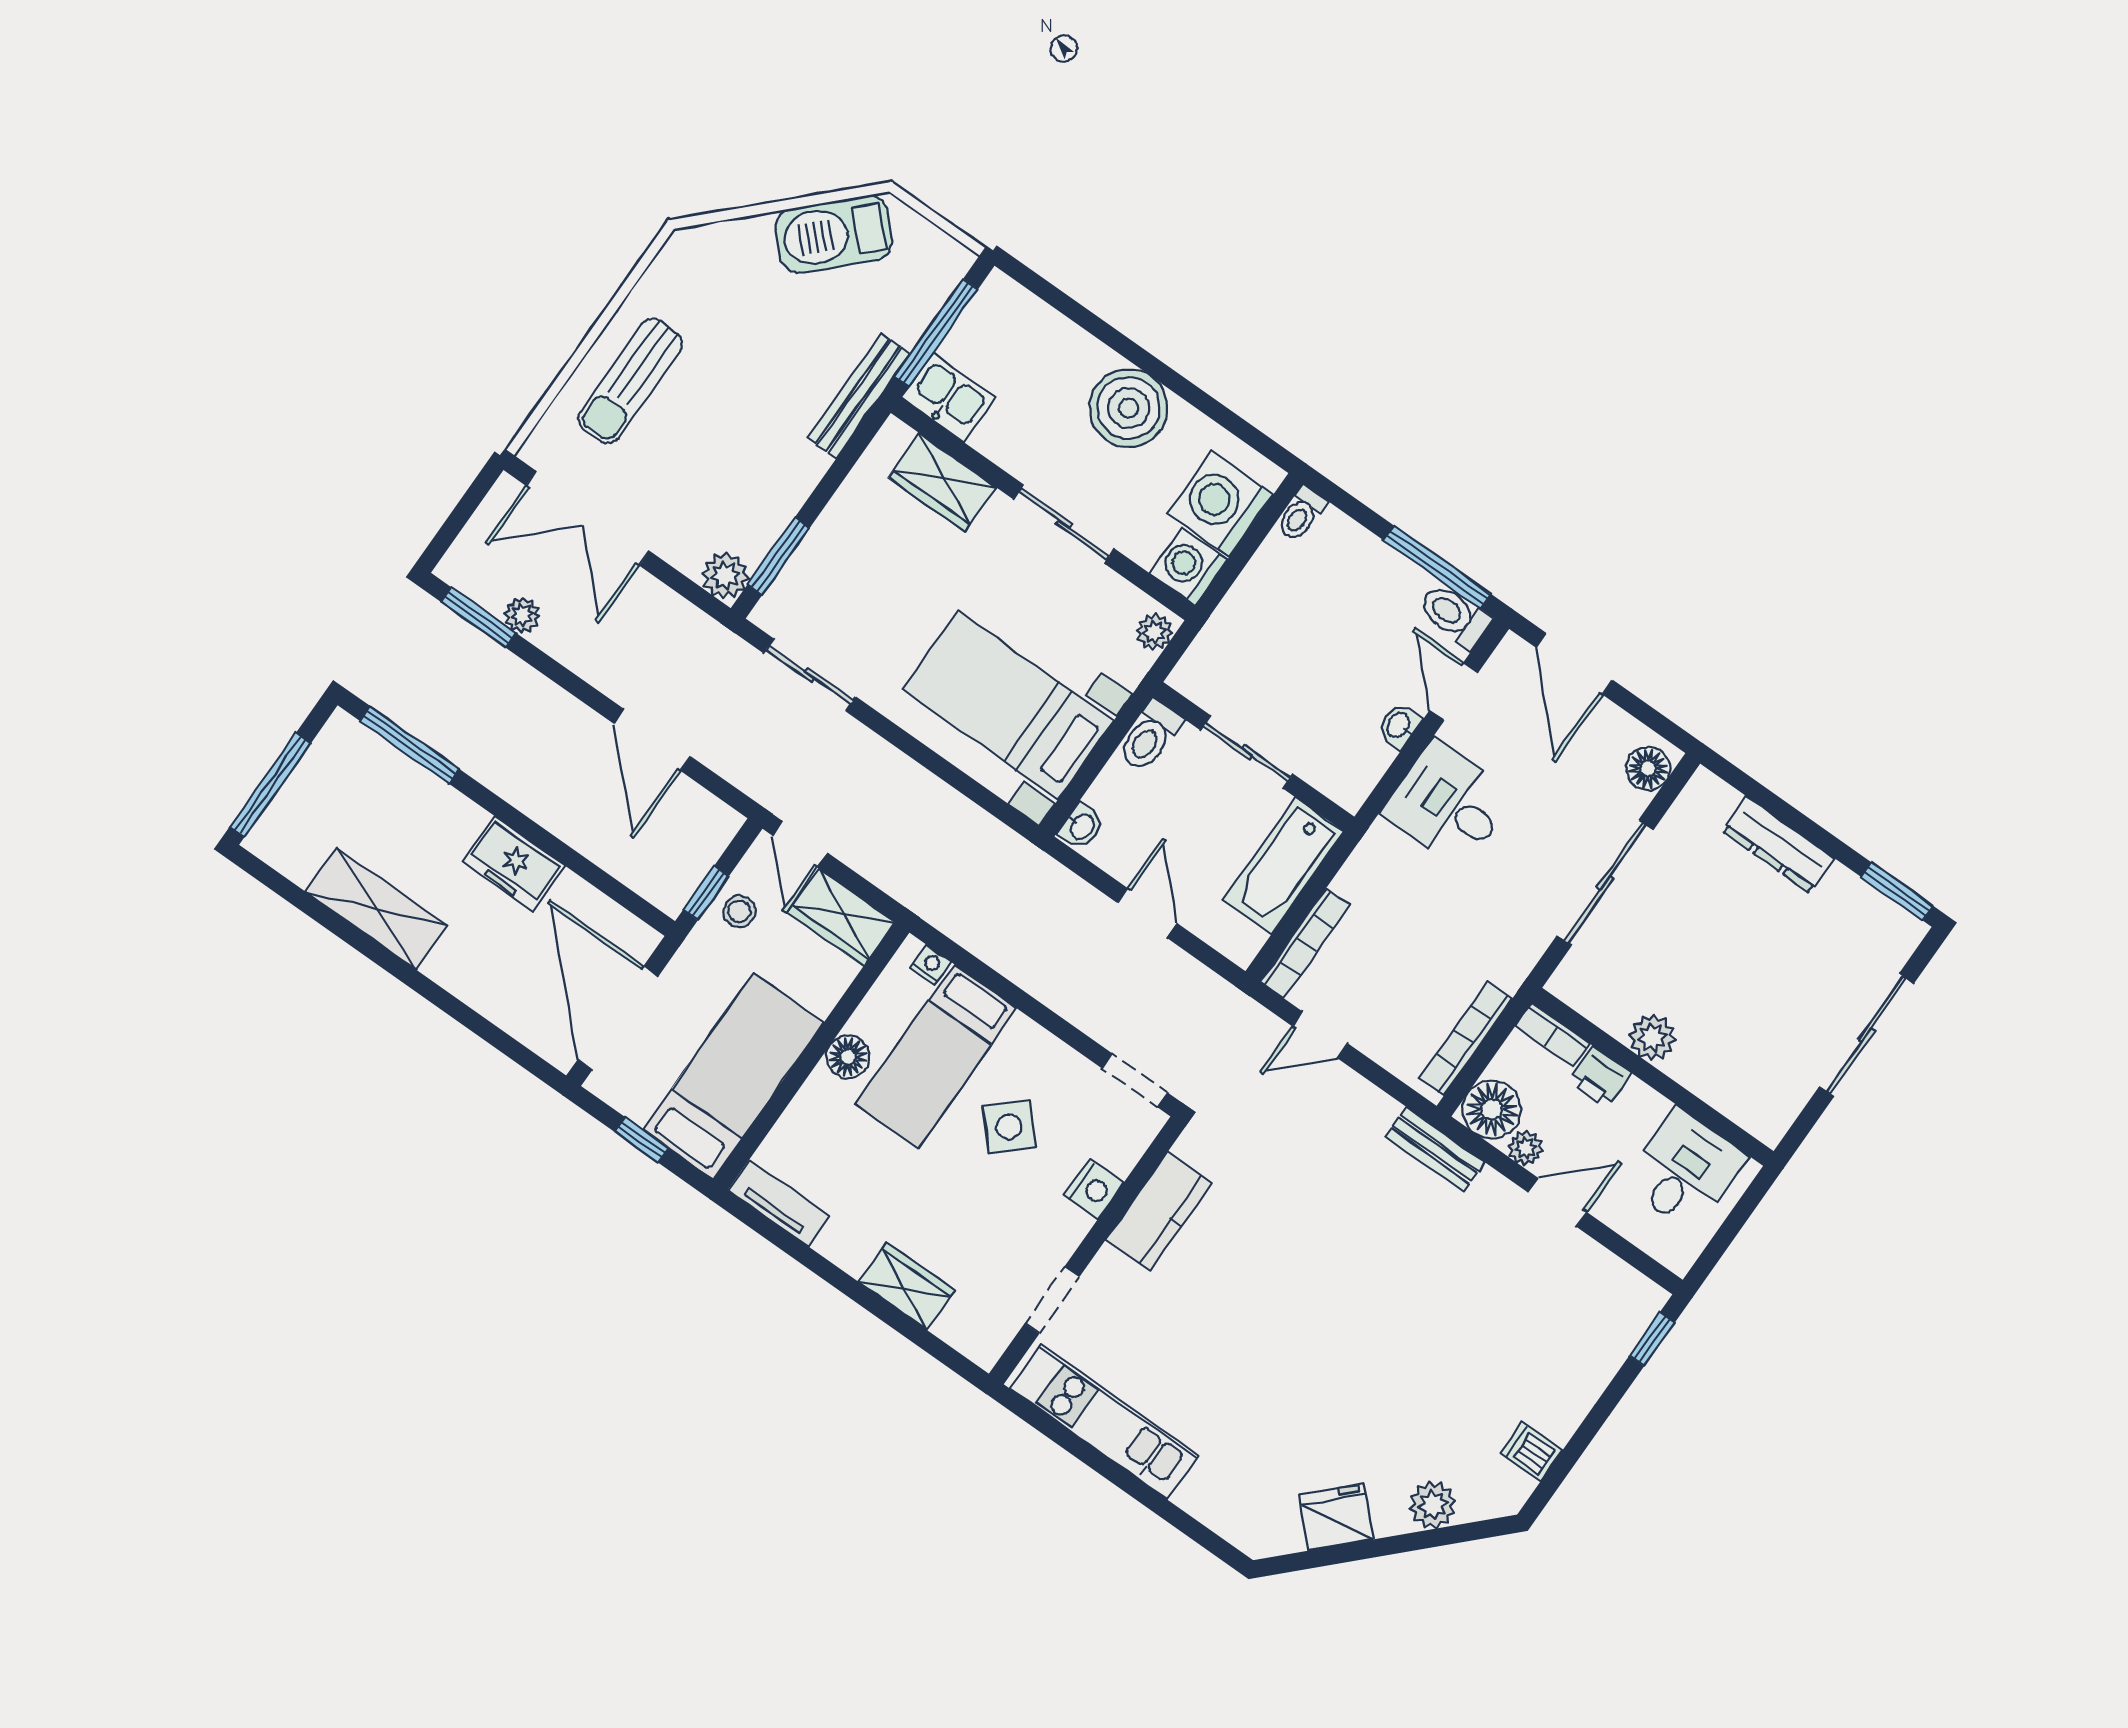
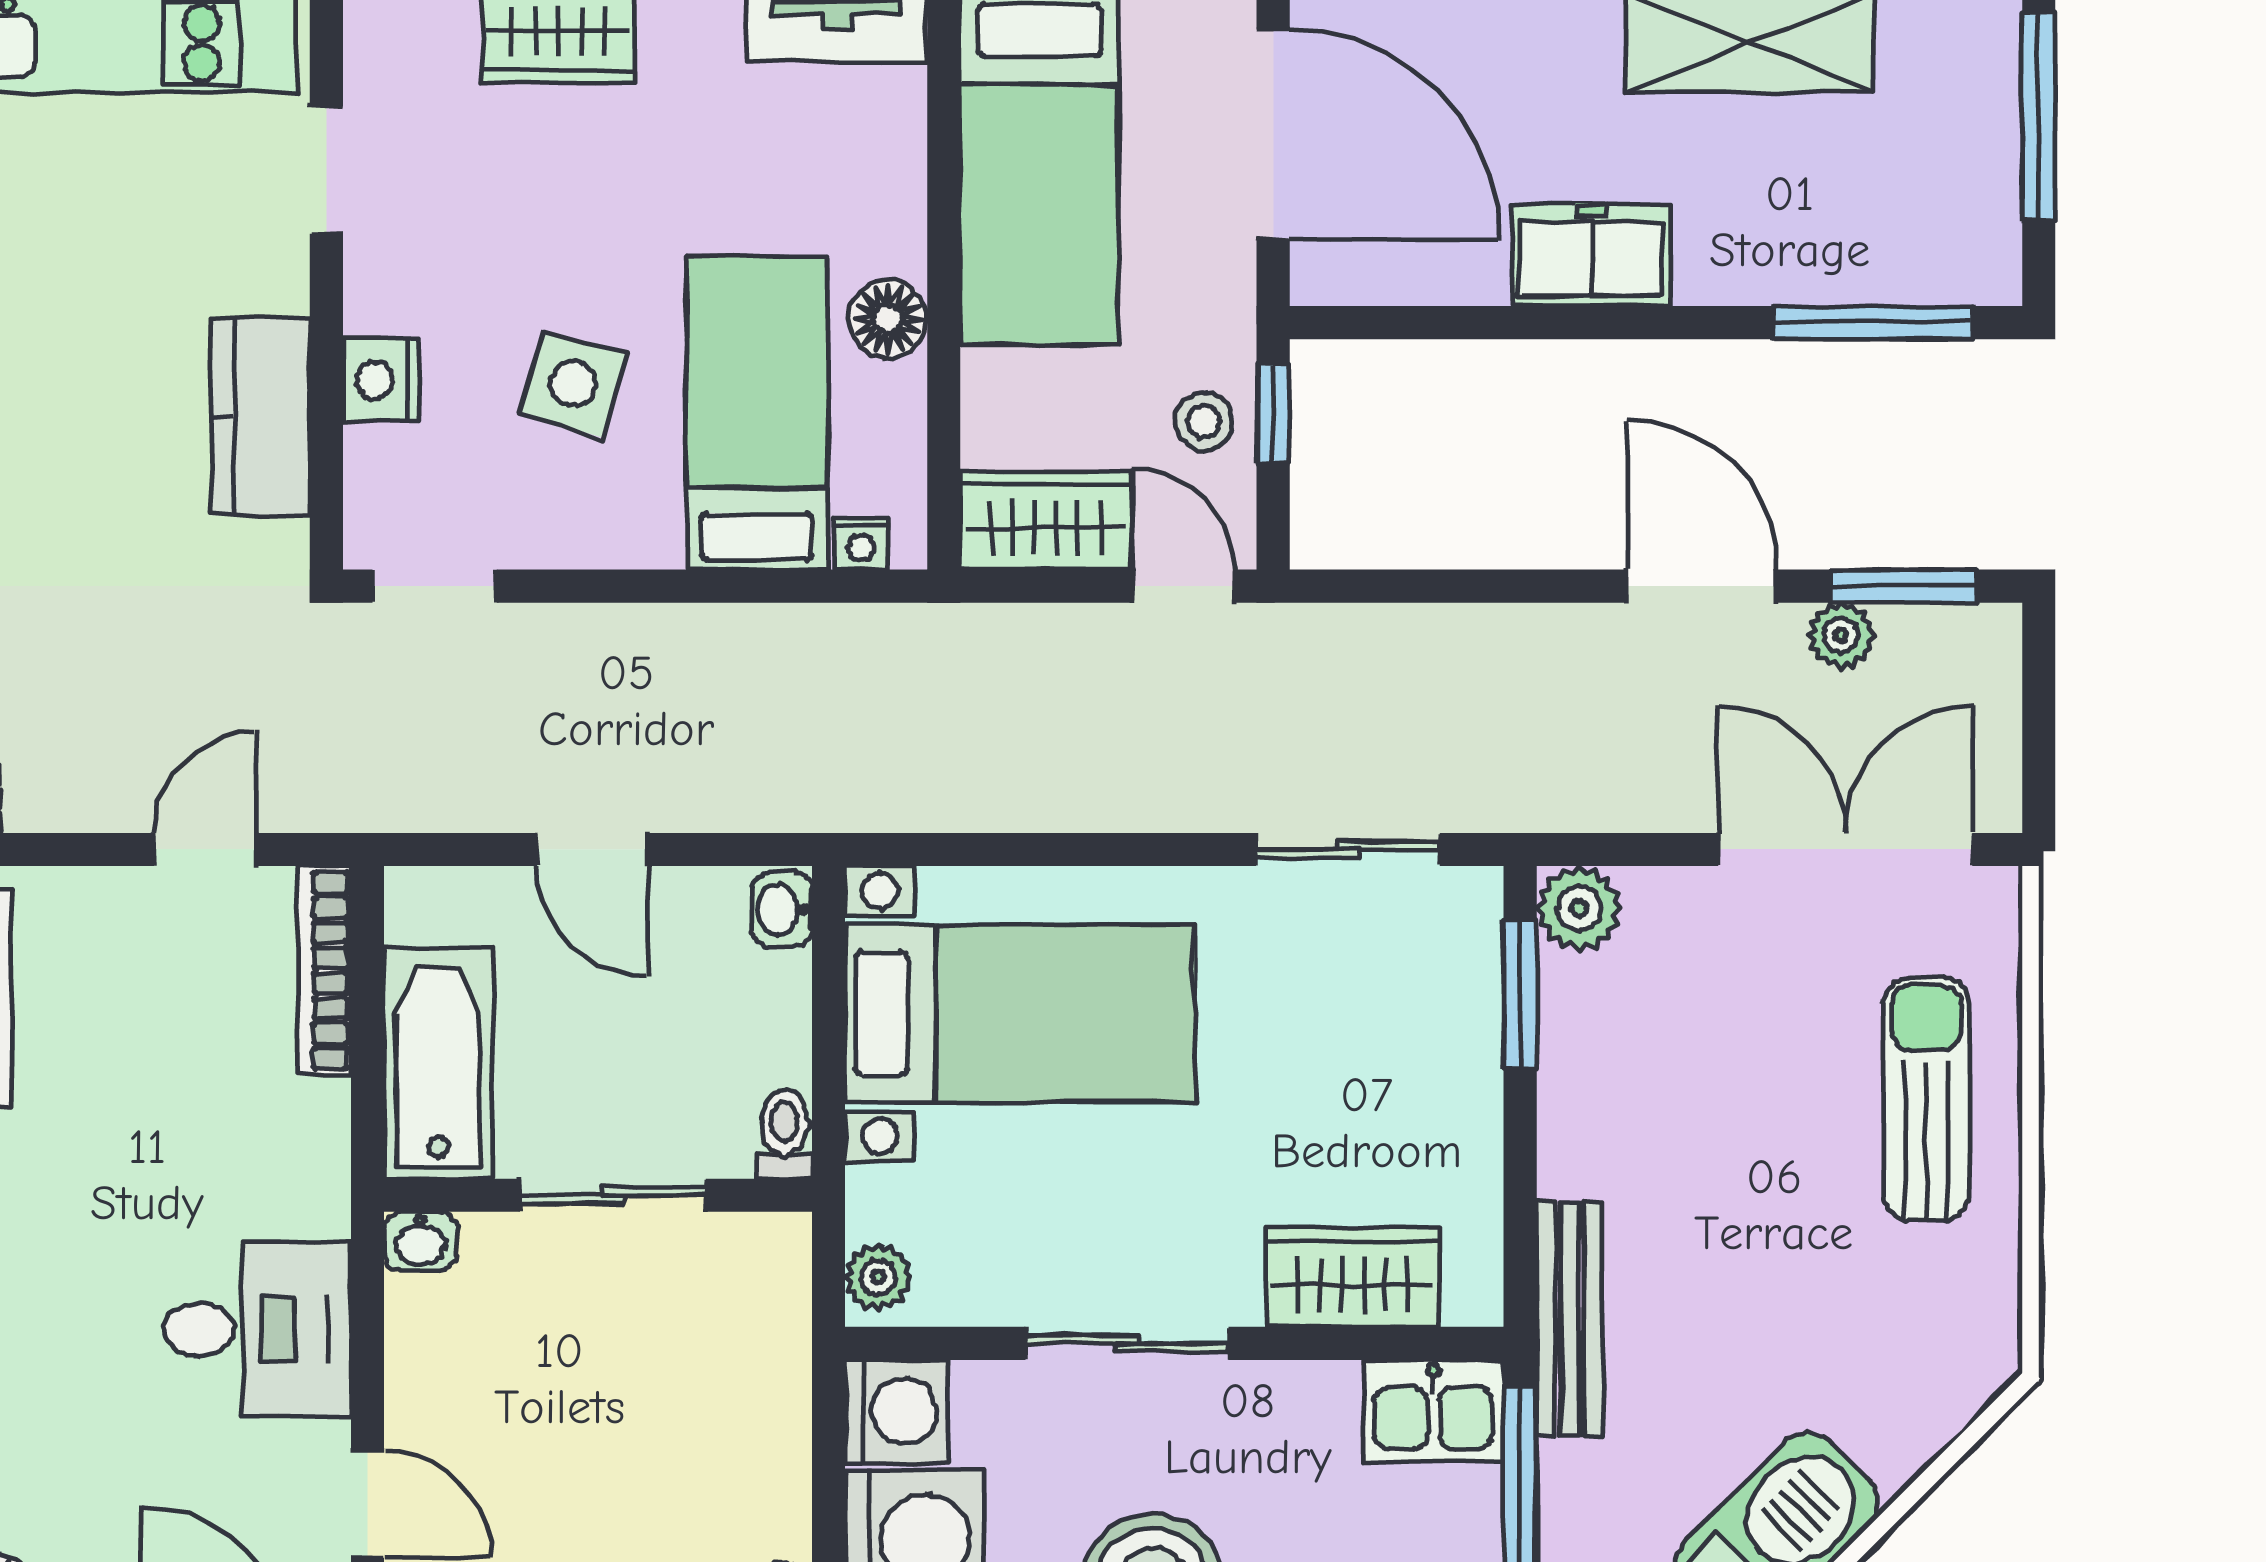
washbasin: (1399, 726) -> (420, 1241), moved, turned 90
toilet: (1150, 736) -> (785, 1134), width x0.73, depth x0.72
door: (652, 740) -> (1702, 586), moved
side table: (1009, 1127) -> (573, 384), turned -31

